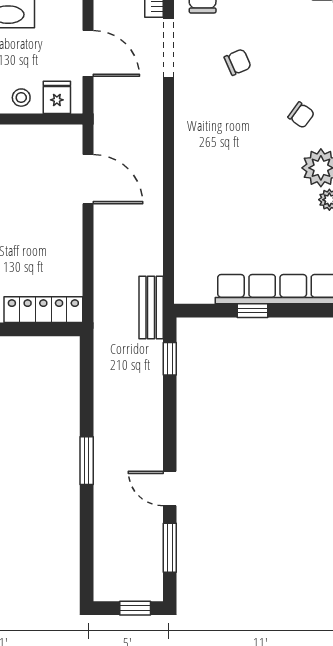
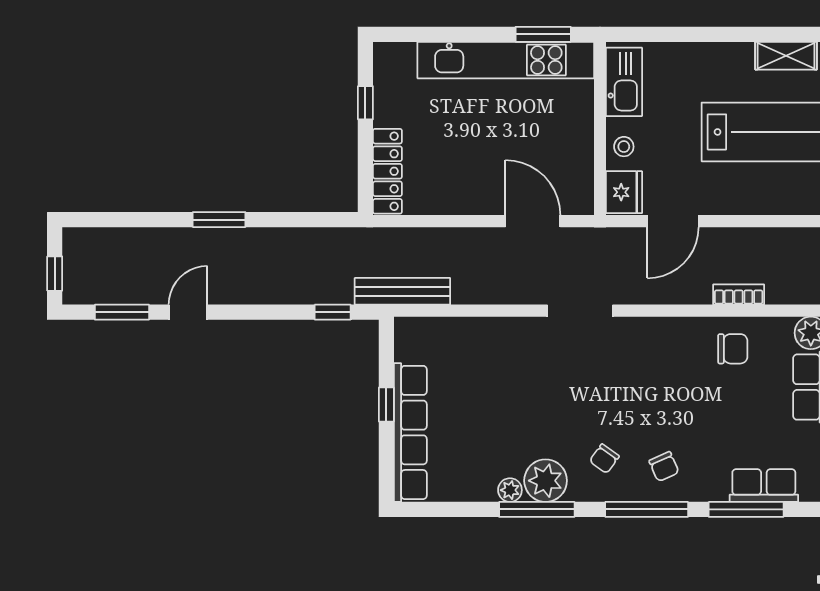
doorway: (168, 48) -> (580, 311), moved
chair: (238, 62) -> (664, 467), moved
fridge: (57, 97) -> (624, 192), width x1.38
door: (88, 179) -> (533, 221), swing flipped
bench: (151, 308) -> (402, 291), width x1.36

